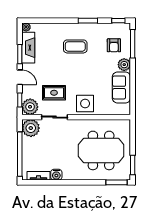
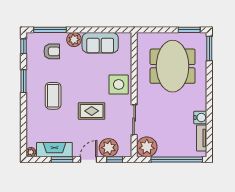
rug: (54, 93) -> (92, 111), moved, turned 90
plant: (30, 107) -> (109, 148), moved

